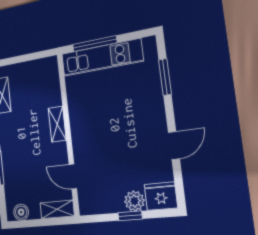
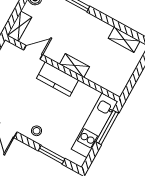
stool: (151, 113) -> (37, 131), added
kitchen counter: (82, 131) -> (58, 79), added

